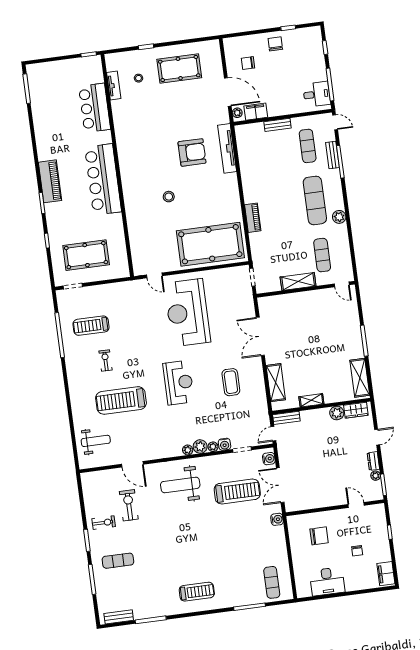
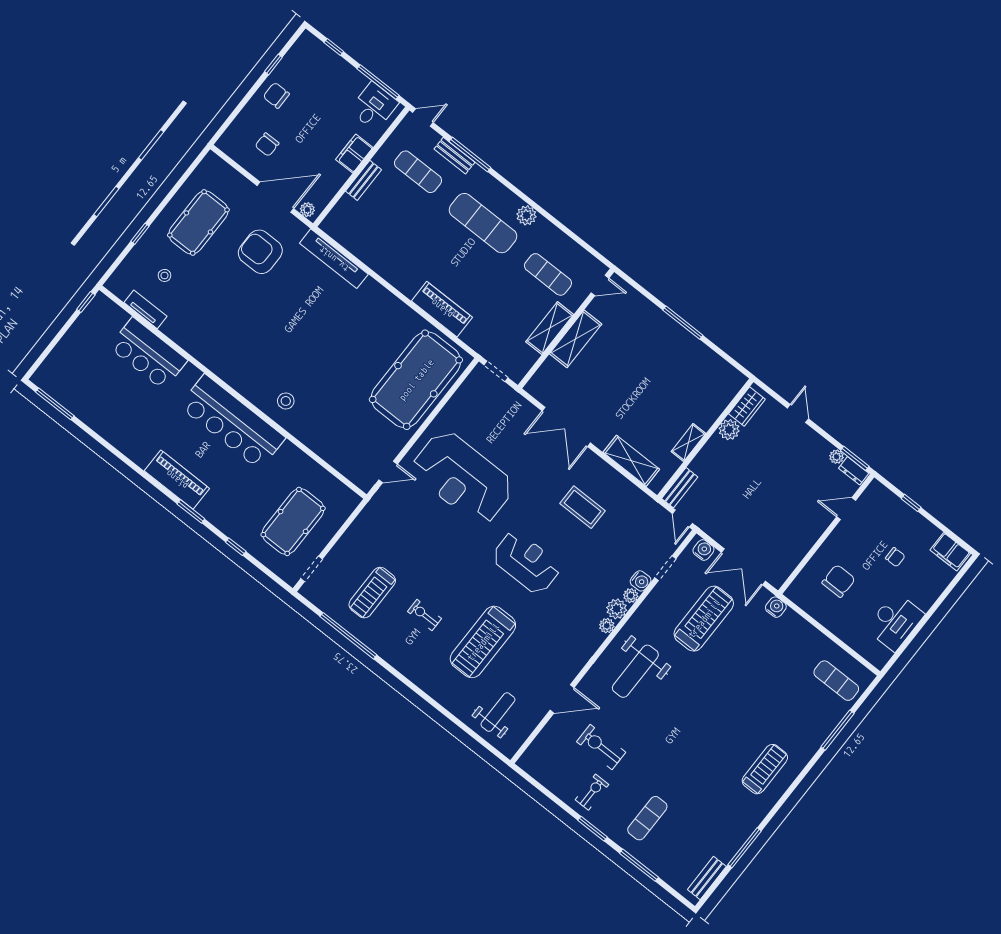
filing cabinet: (256, 112) -> (354, 154), moved
armchair: (192, 152) -> (260, 252), moved, turned -90
stool: (169, 197) -> (286, 401), moved
piano: (253, 218) -> (442, 309), width x1.37, depth x1.33
shelving: (360, 378) -> (576, 339), moved, turned 90
dresser: (373, 461) -> (854, 471), moved

